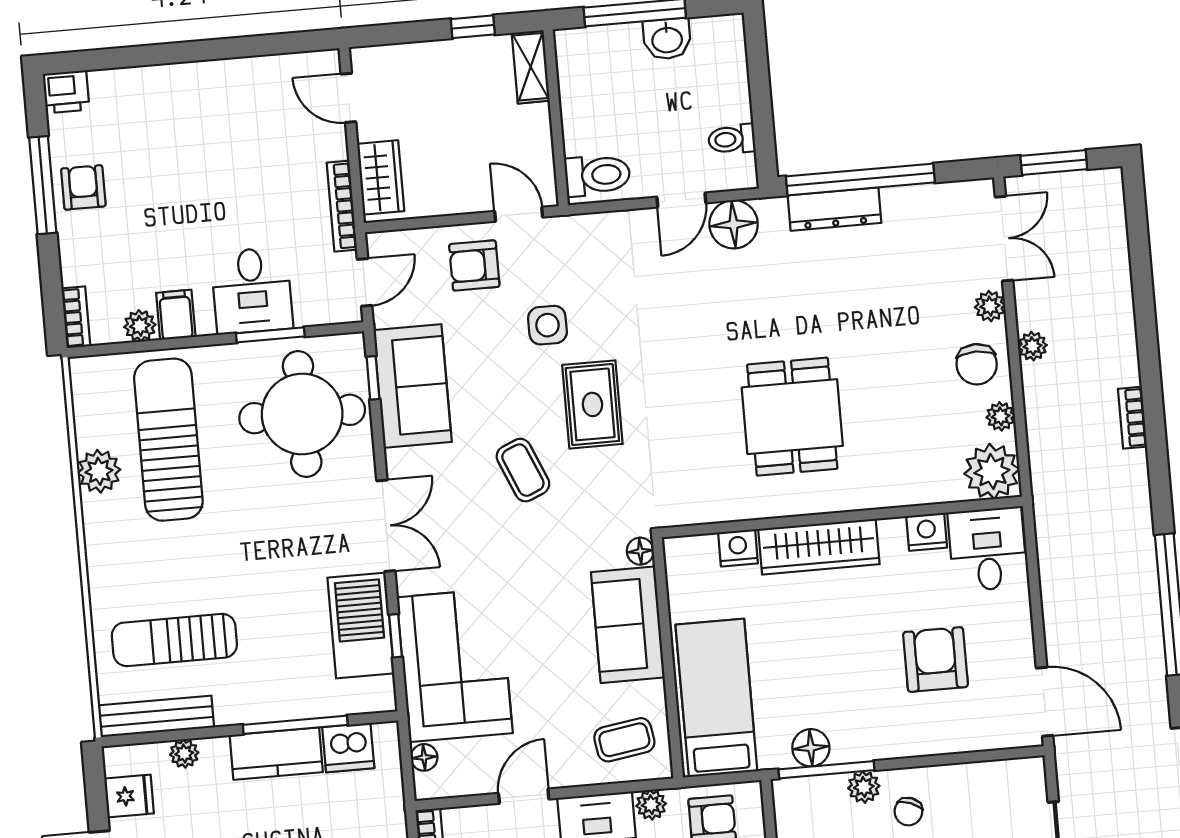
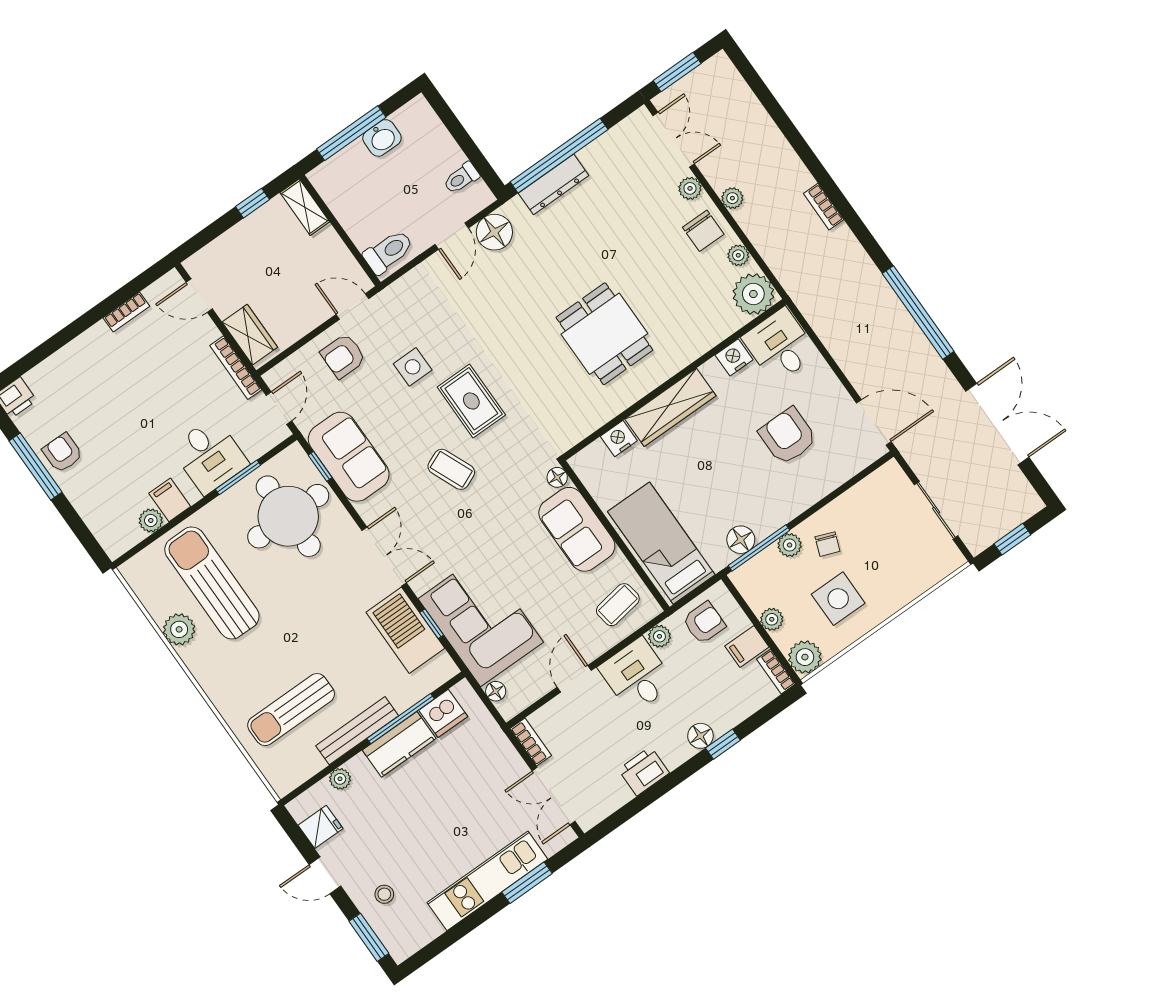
bookcase: (76, 317) -> (126, 312), moved, turned 90
bench: (156, 716) -> (357, 731), moved

